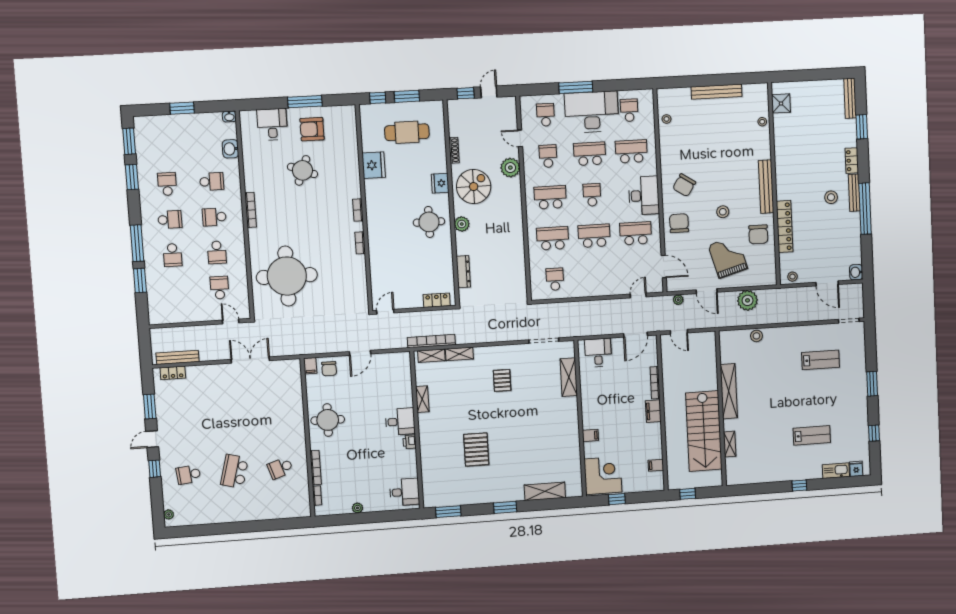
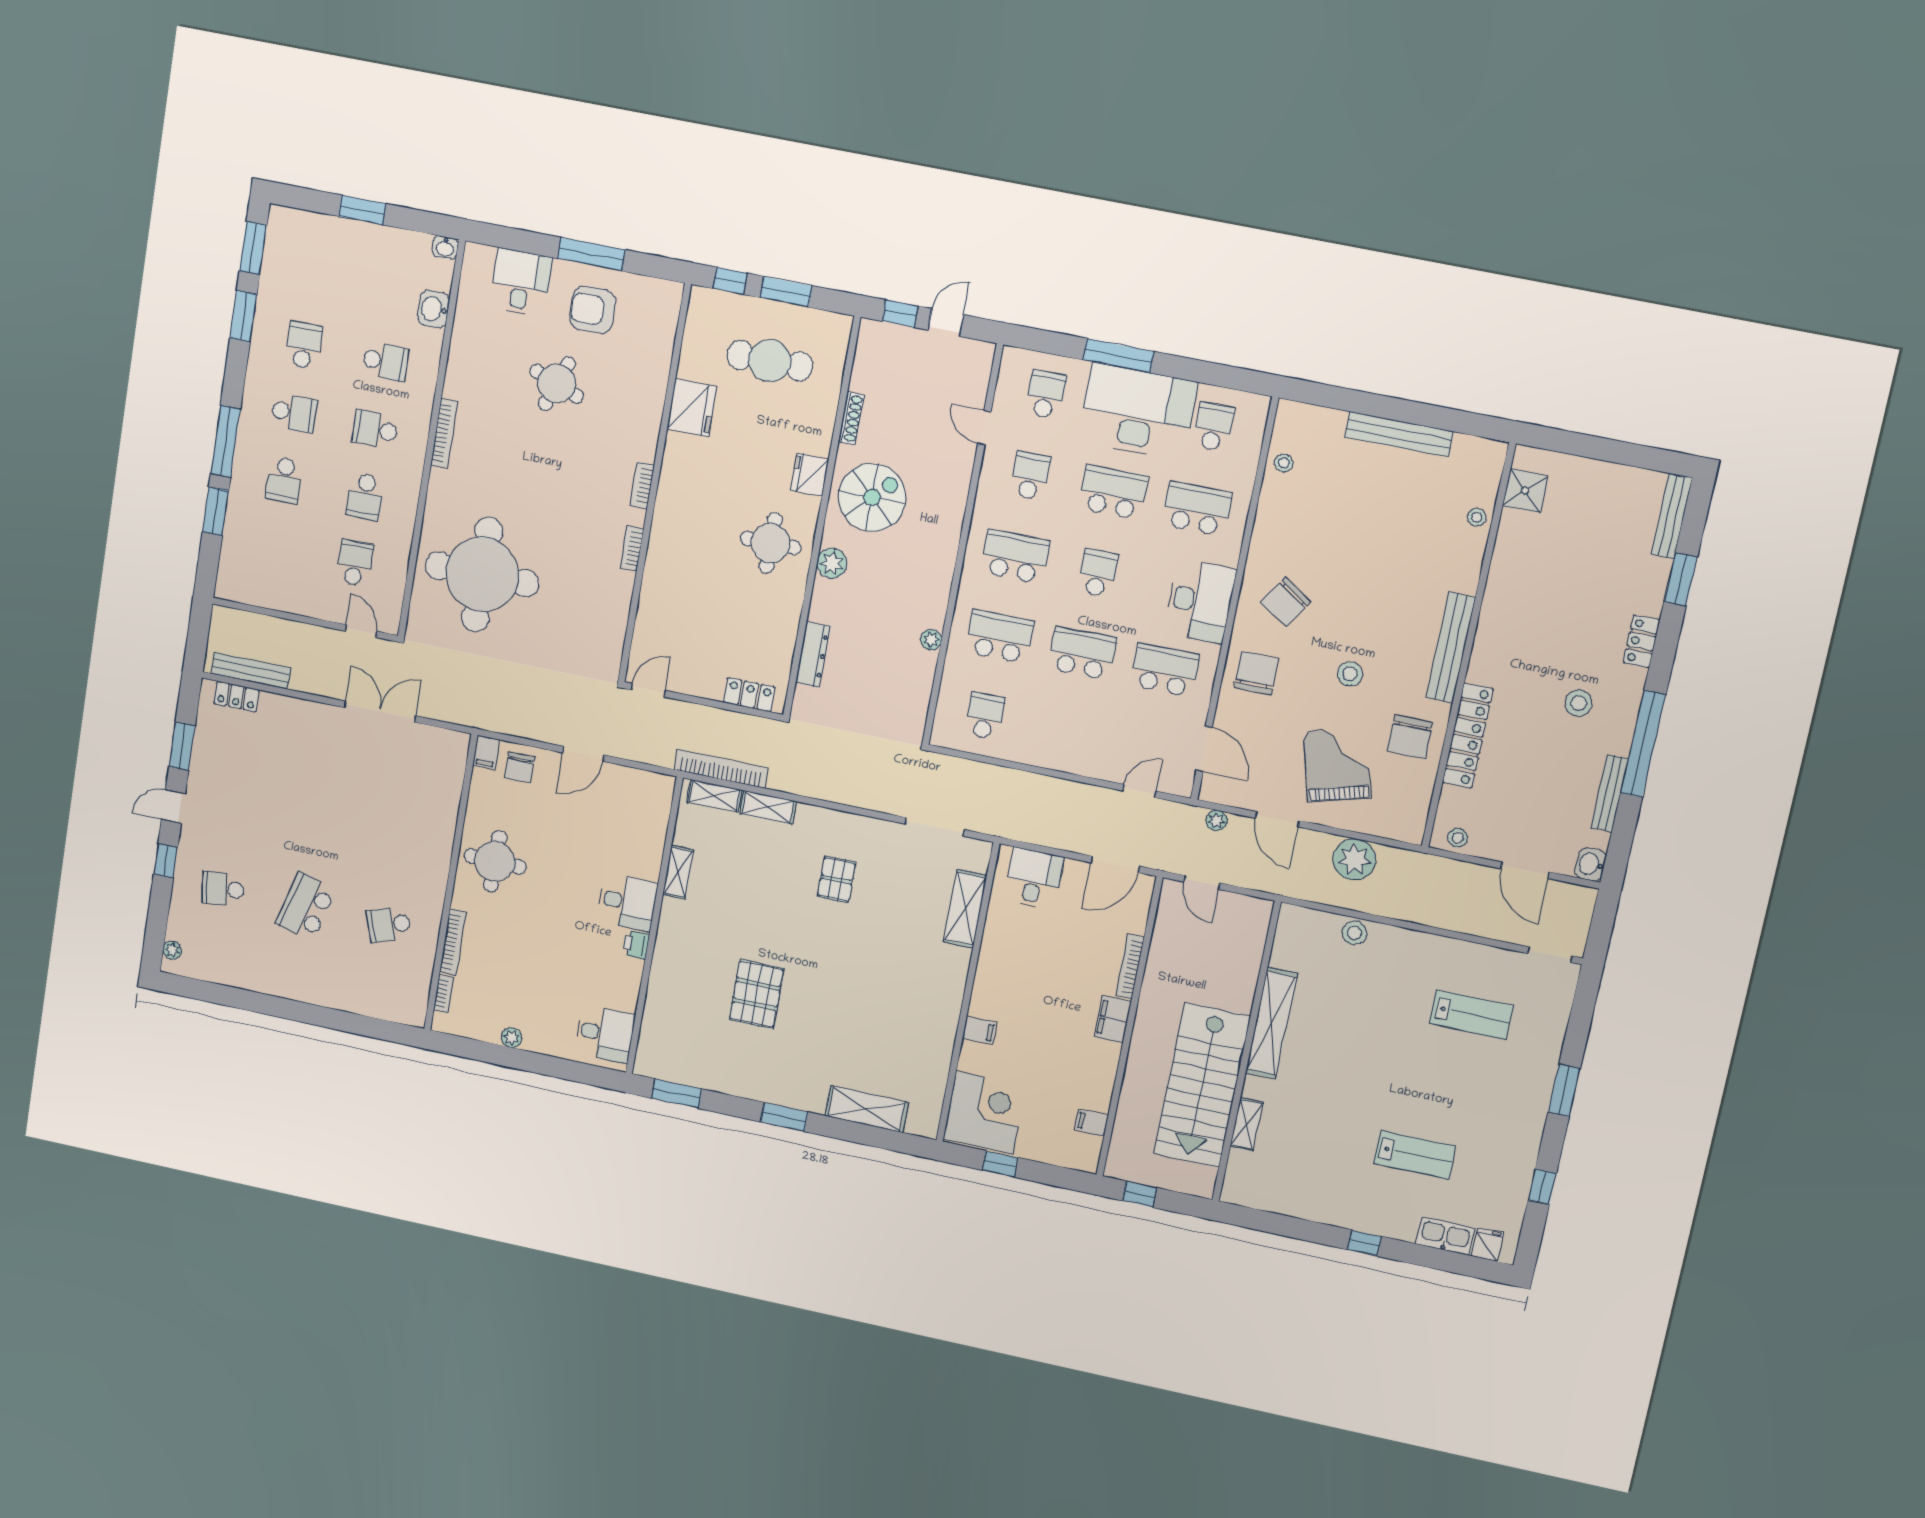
plant: (510, 168) -> (931, 640), moved, width x0.53, depth x0.53
bench: (854, 193) -> (1610, 793), moved

